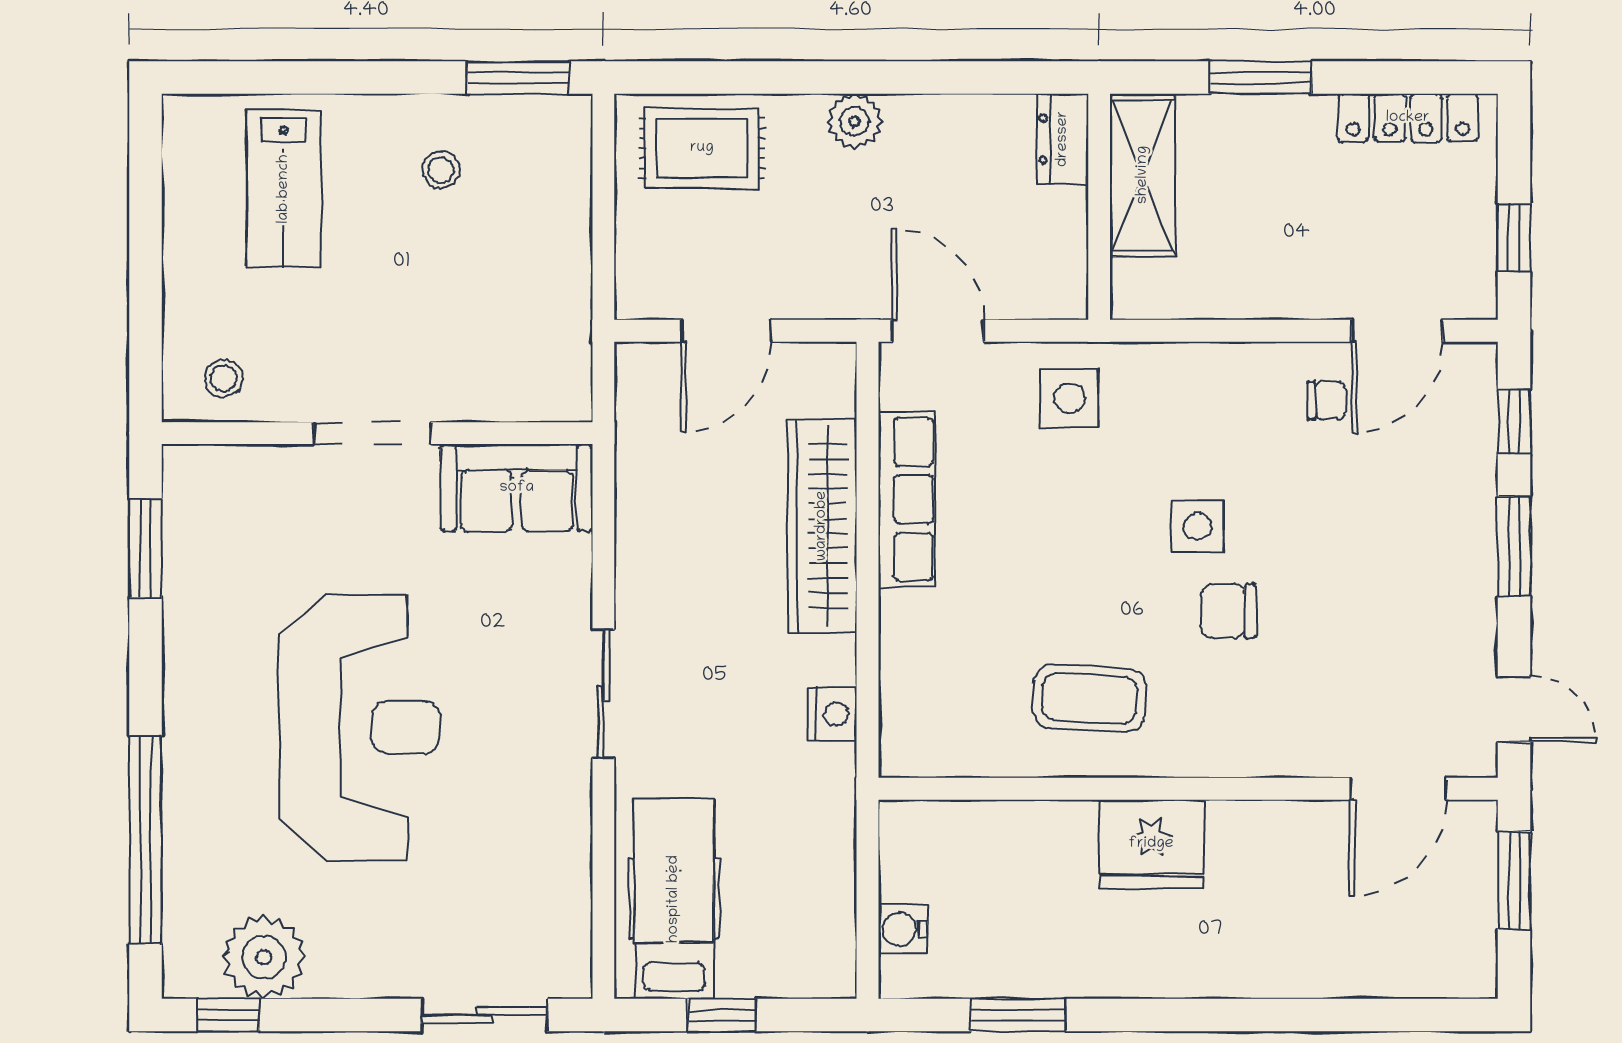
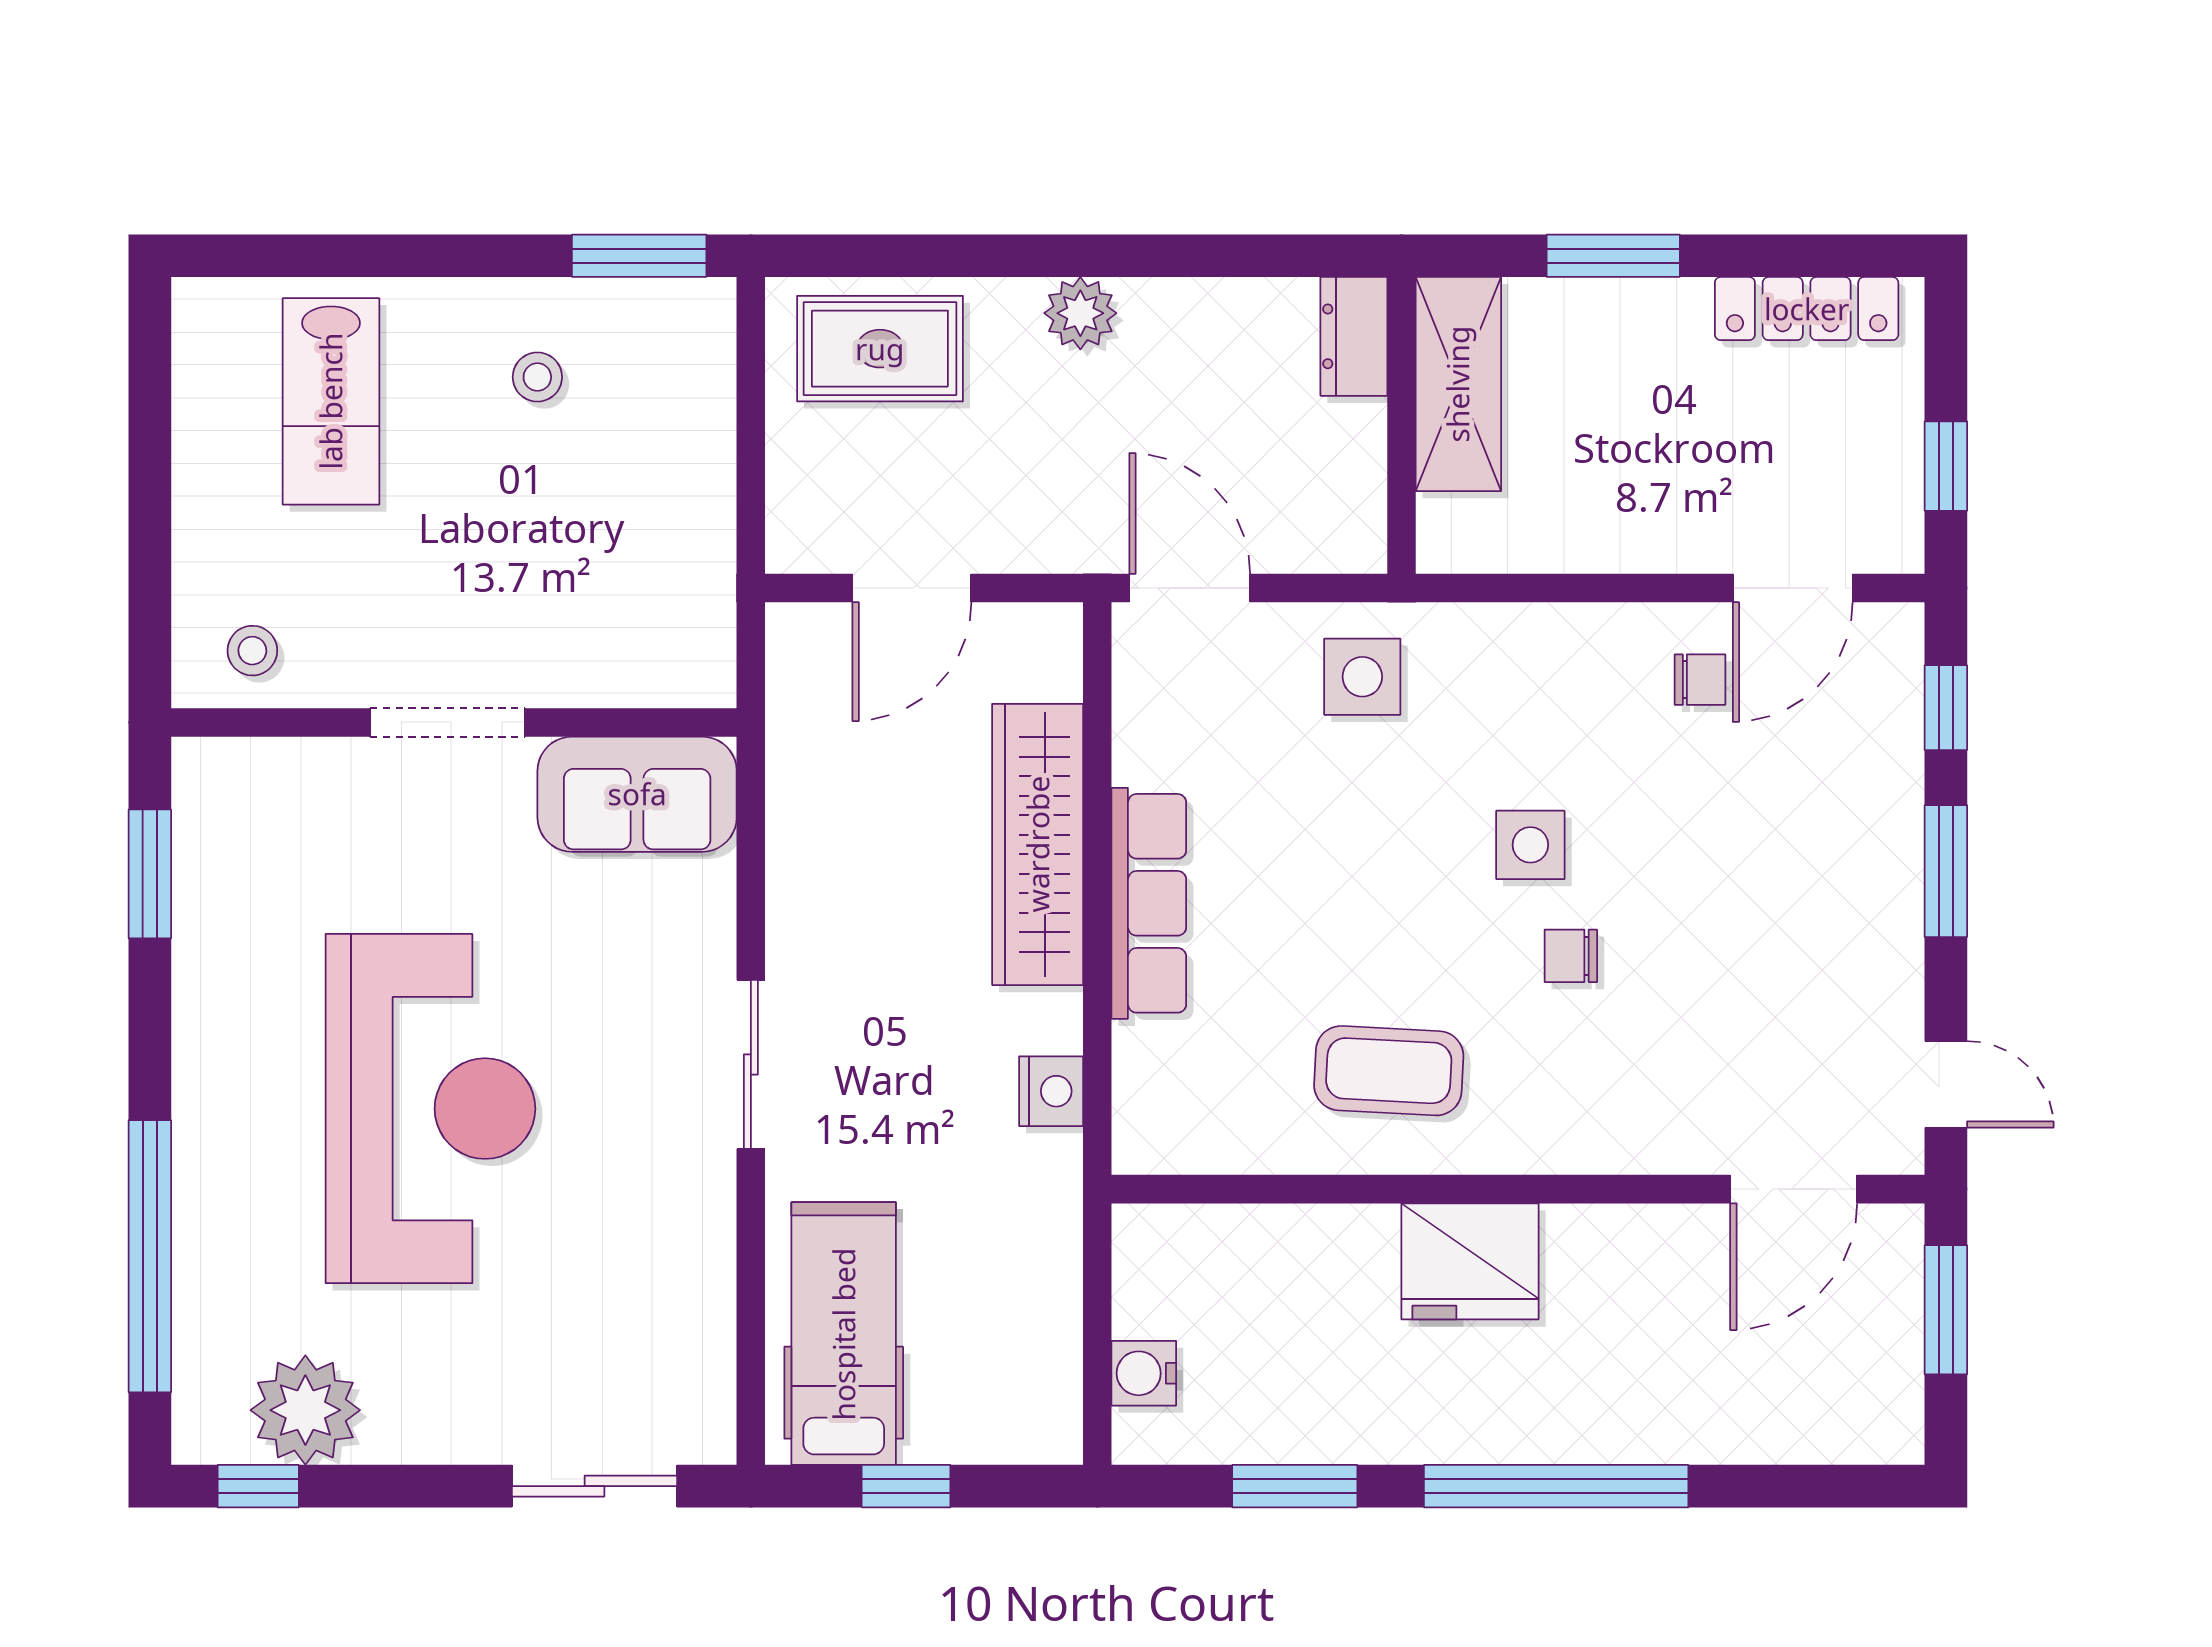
row of seats: (907, 499) -> (1149, 903), moved
chair: (1228, 611) -> (1571, 956), width x0.73, depth x0.73
window: (1217, 1015) -> (1556, 1486), added

